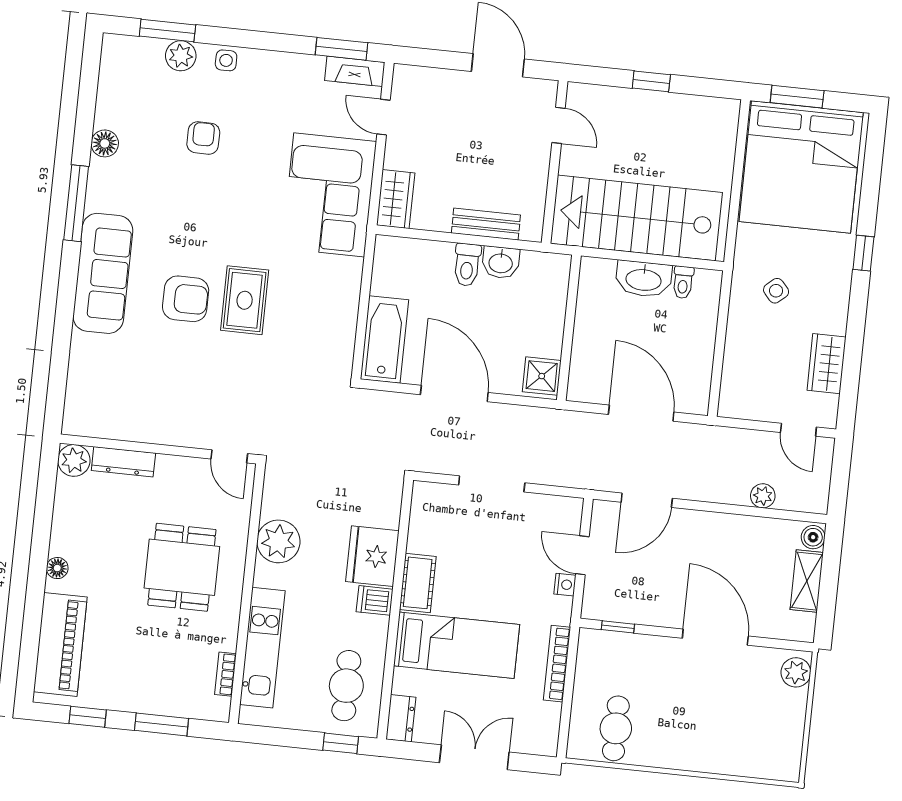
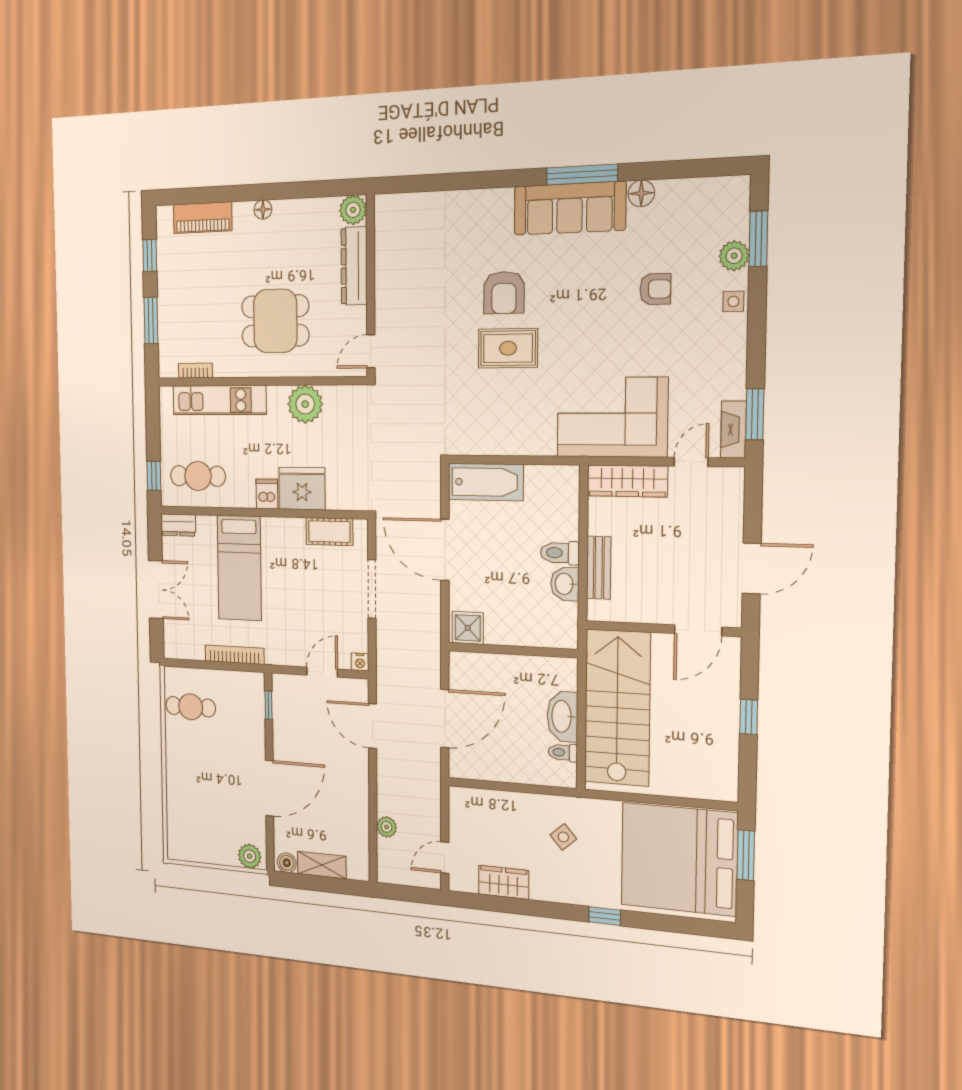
door: (558, 125) -> (698, 630), width x1.38
wardrobe: (396, 199) -> (627, 481), width x1.50
sofa: (103, 273) -> (570, 208), moved
door: (454, 394) -> (445, 550), swing flipped
dresser: (123, 462) -> (354, 266), width x1.37, depth x1.24
boiler: (813, 537) -> (287, 863), moved
cot: (418, 583) -> (329, 532), moved
nightstand: (565, 585) -> (360, 662), moved
piano: (60, 644) -> (203, 218), width x0.73, depth x0.75

